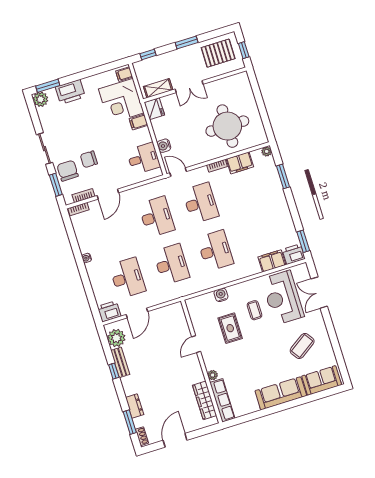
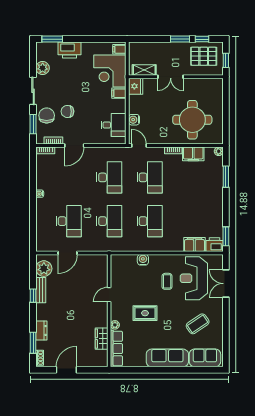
window: (148, 55) -> (202, 39), moved
plant: (40, 99) -> (43, 68), moved
printer: (109, 311) -> (45, 244), removed
rug: (230, 328) -> (145, 313), moved, turned 90
wardrobe: (205, 400) -> (102, 339), width x0.67

